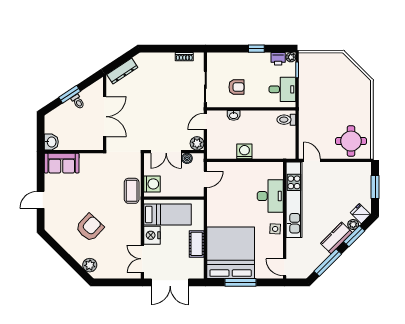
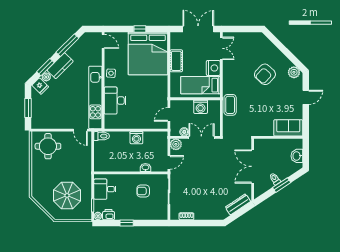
parasol: (328, 82) -> (67, 195), added
toilet: (286, 120) -> (102, 136), moved
washbasin: (51, 142) -> (297, 156), moved
washing machine: (152, 184) -> (201, 107), moved, turned -90
plant: (90, 265) -> (294, 72), moved
window: (240, 282) -> (140, 29), width x0.46

